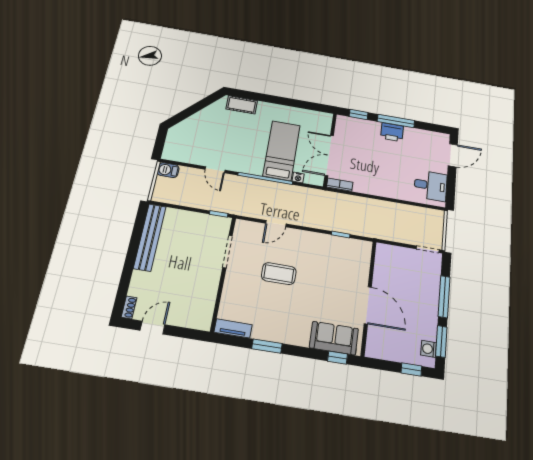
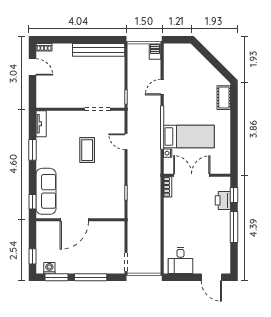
printer: (392, 132) -> (223, 200), moved
sofa: (334, 338) -> (46, 191), width x1.36

